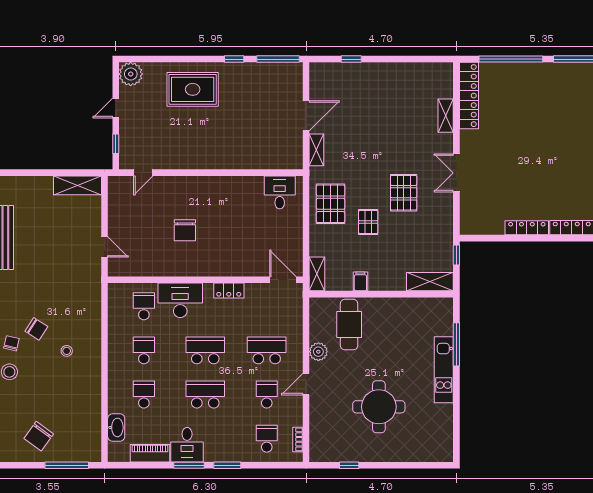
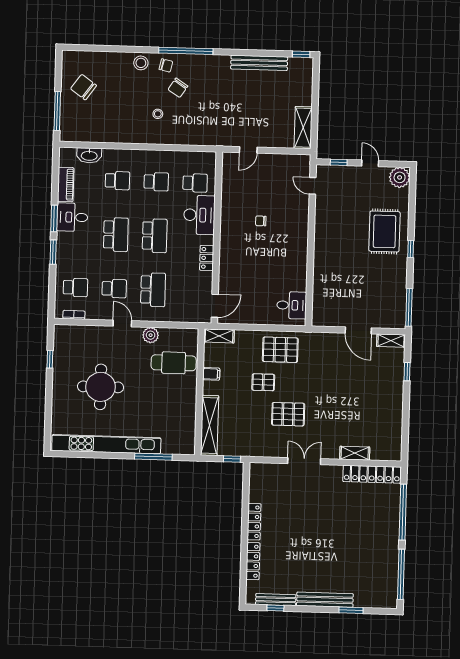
window: (234, 59) -> (411, 249), moved
shelving: (316, 150) -> (391, 341), moved
chair: (185, 230) -> (261, 221), width x0.54, depth x0.54
shelving: (430, 282) -> (210, 425), width x1.47
kitchen unit: (444, 370) -> (106, 444), width x1.86

